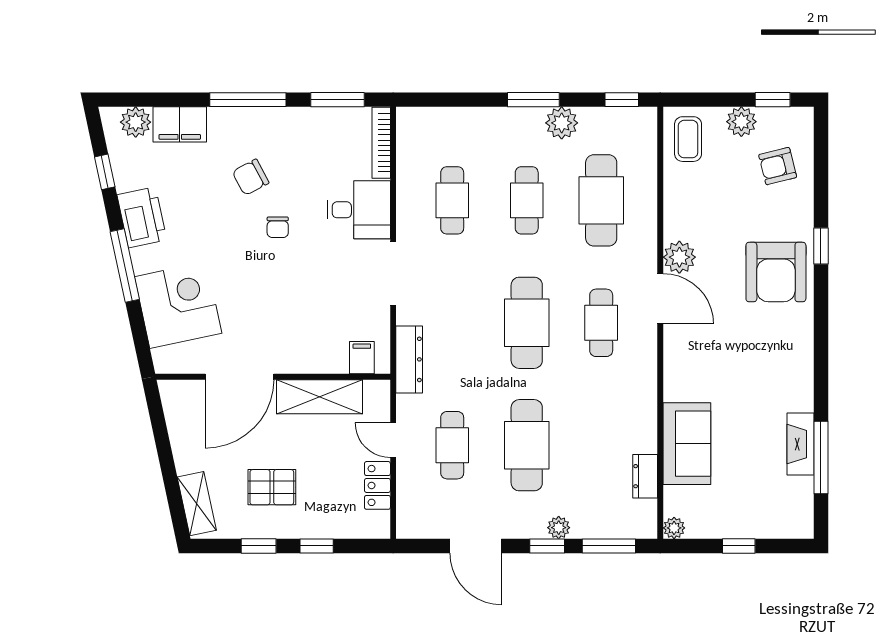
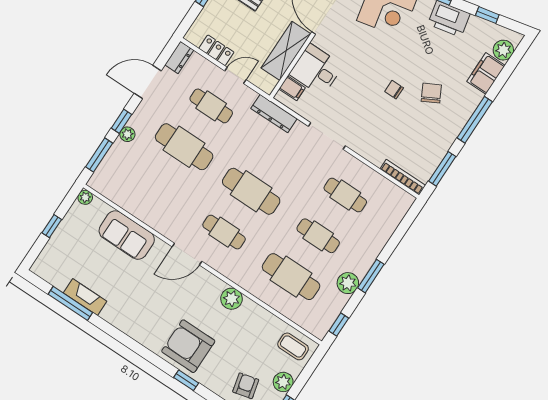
desk: (359, 210) -> (316, 70), moved, turned 90
door: (660, 299) -> (187, 254), moved
dresser: (645, 476) -> (179, 57), moved, turned 90

